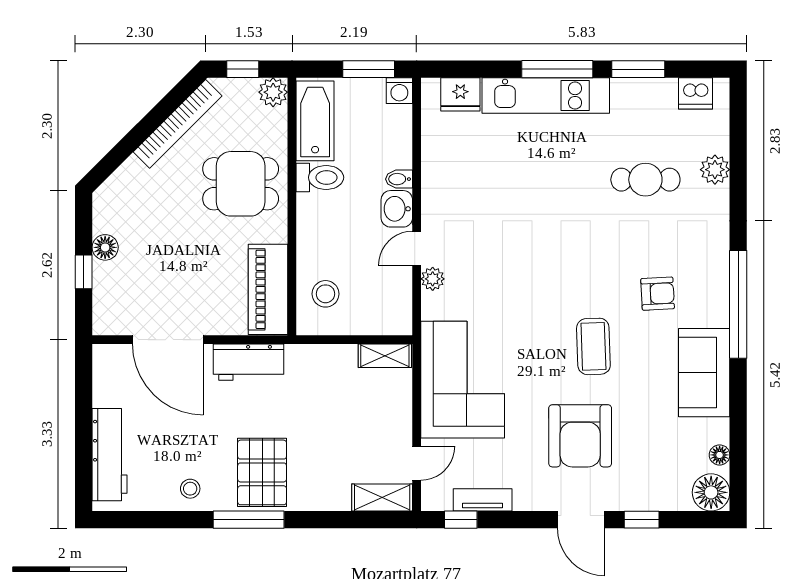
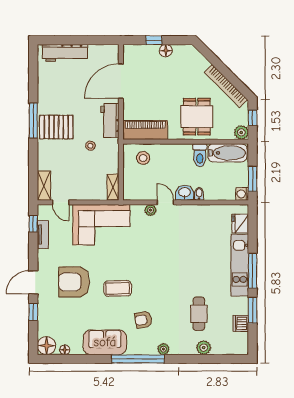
dishwasher: (695, 93) -> (241, 323), moved
plant: (718, 252) -> (163, 349), added
armchair: (658, 294) -> (143, 320), turned 83
stool: (190, 489) -> (90, 146), moved

